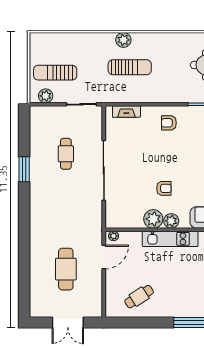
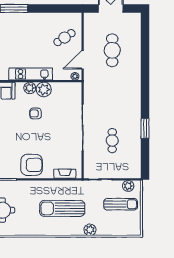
plant: (123, 40) -> (90, 230), moved
sun lounger: (130, 67) -> (62, 208), width x1.36, depth x1.34
armchair: (169, 123) -> (32, 165), width x1.88, depth x1.88
cafe table: (139, 297) -> (65, 38), moved

